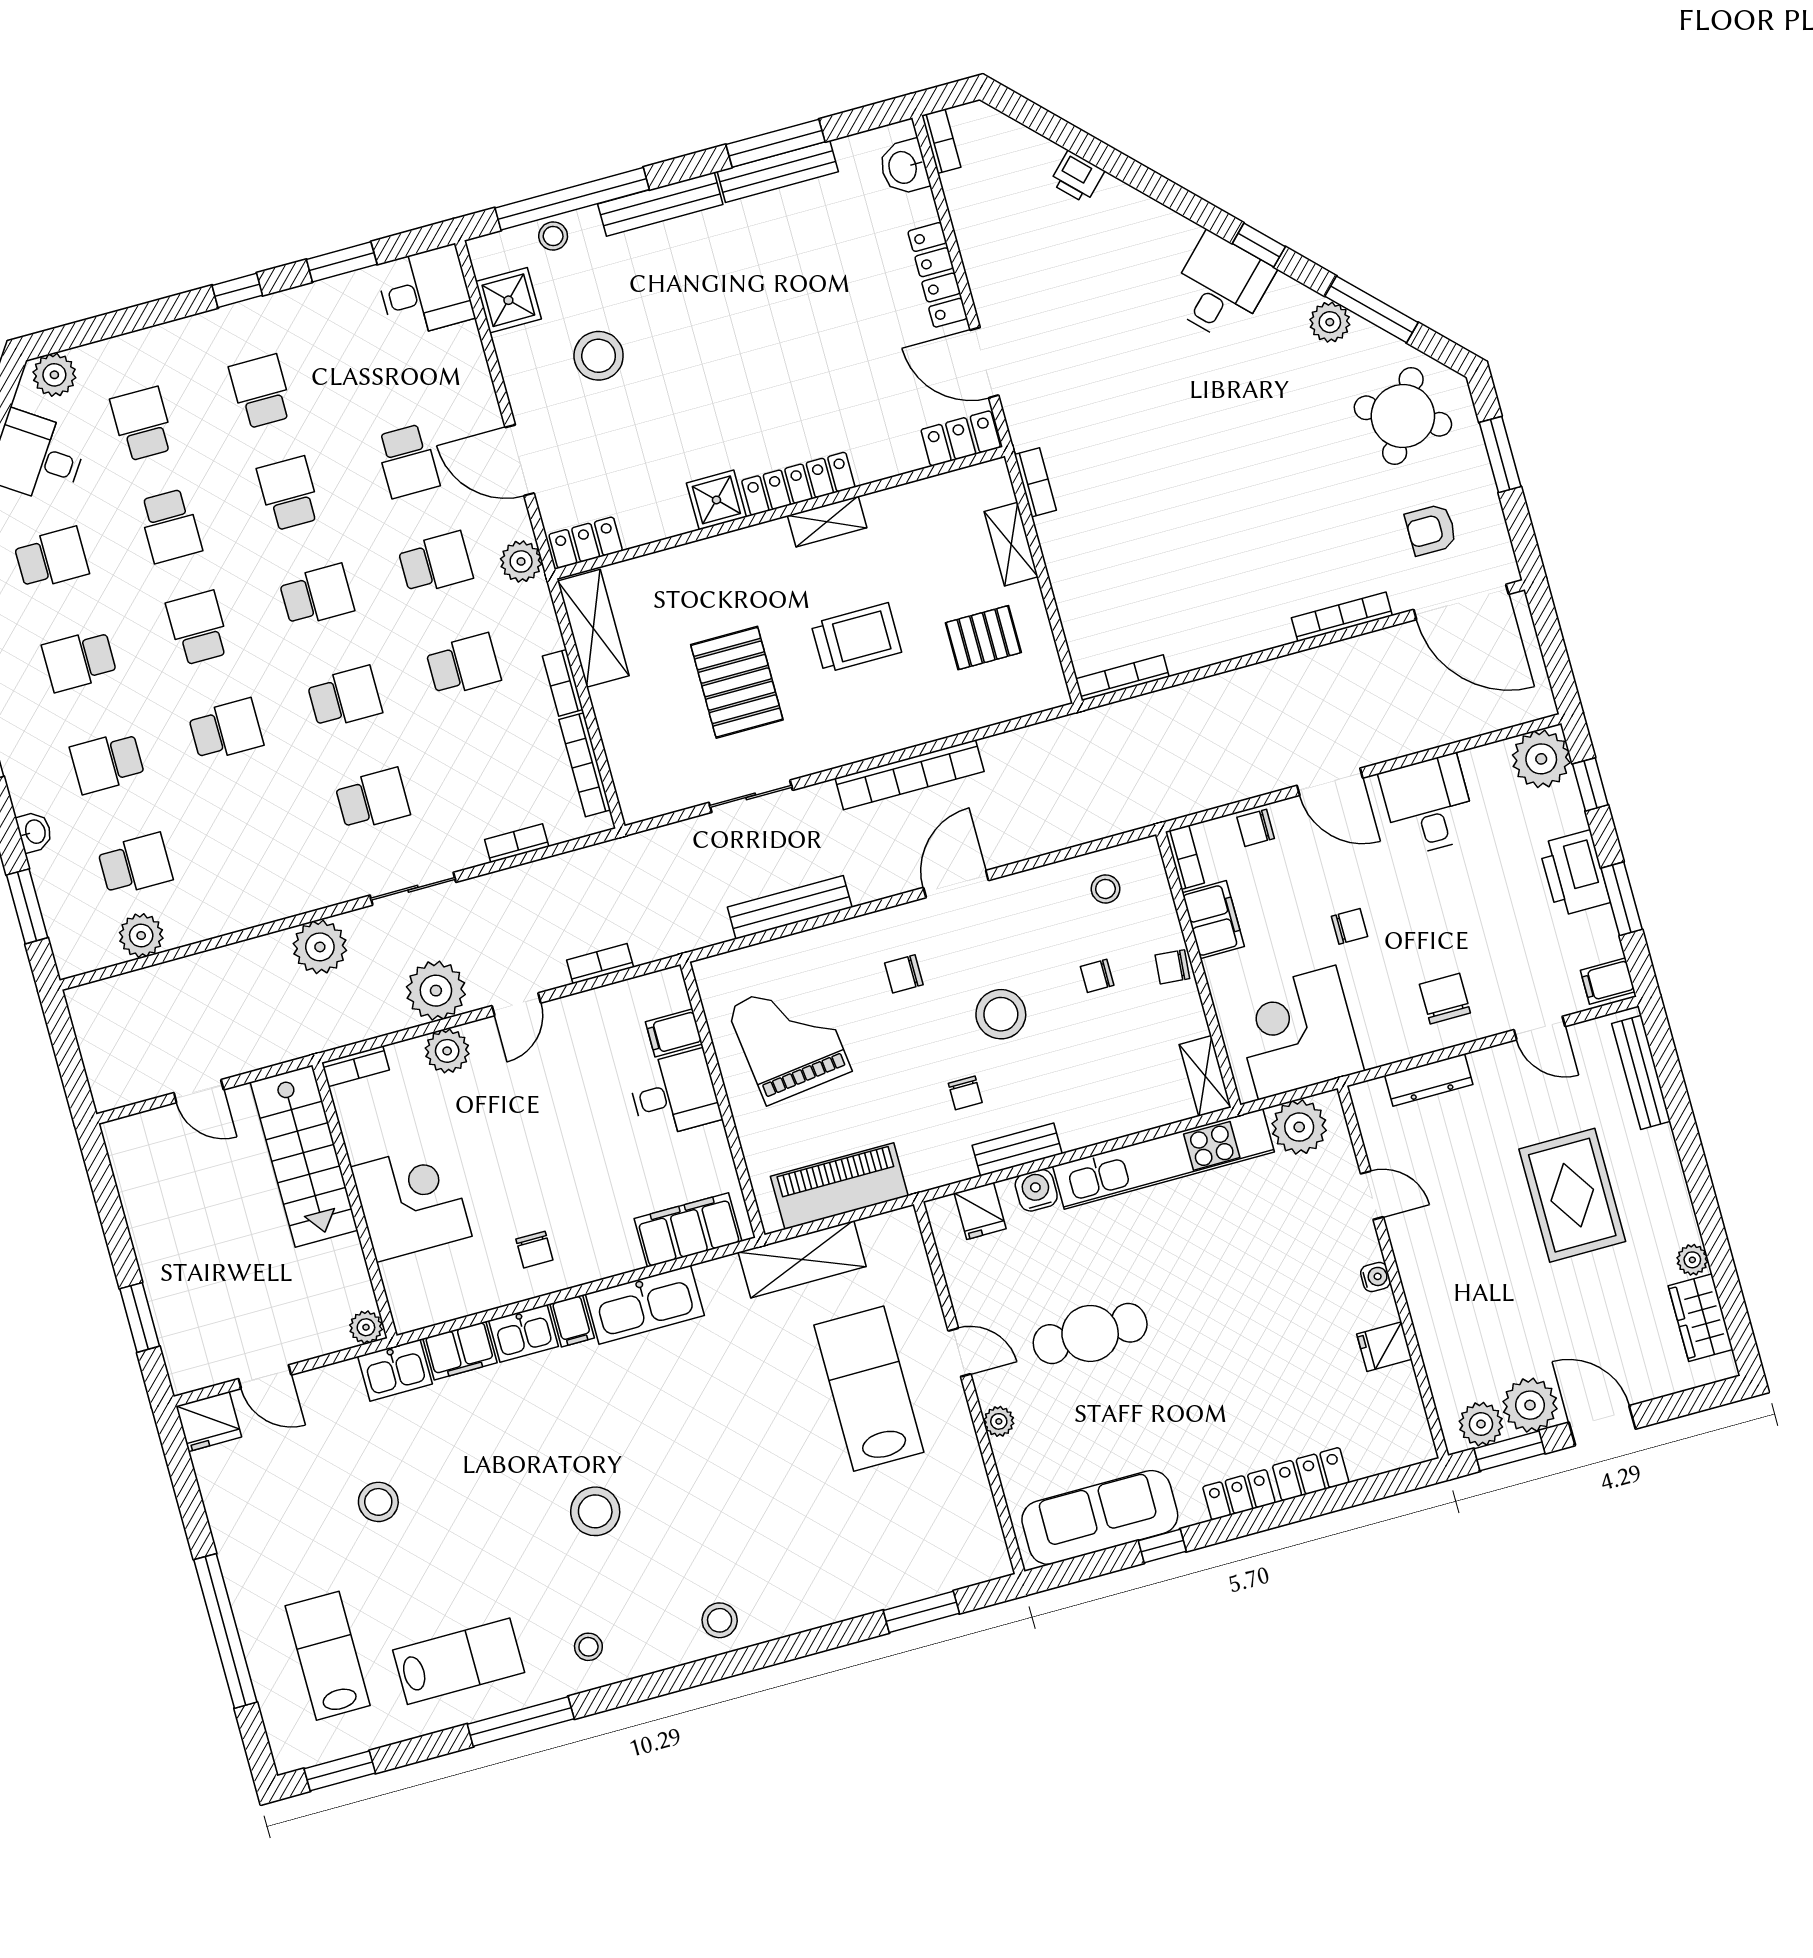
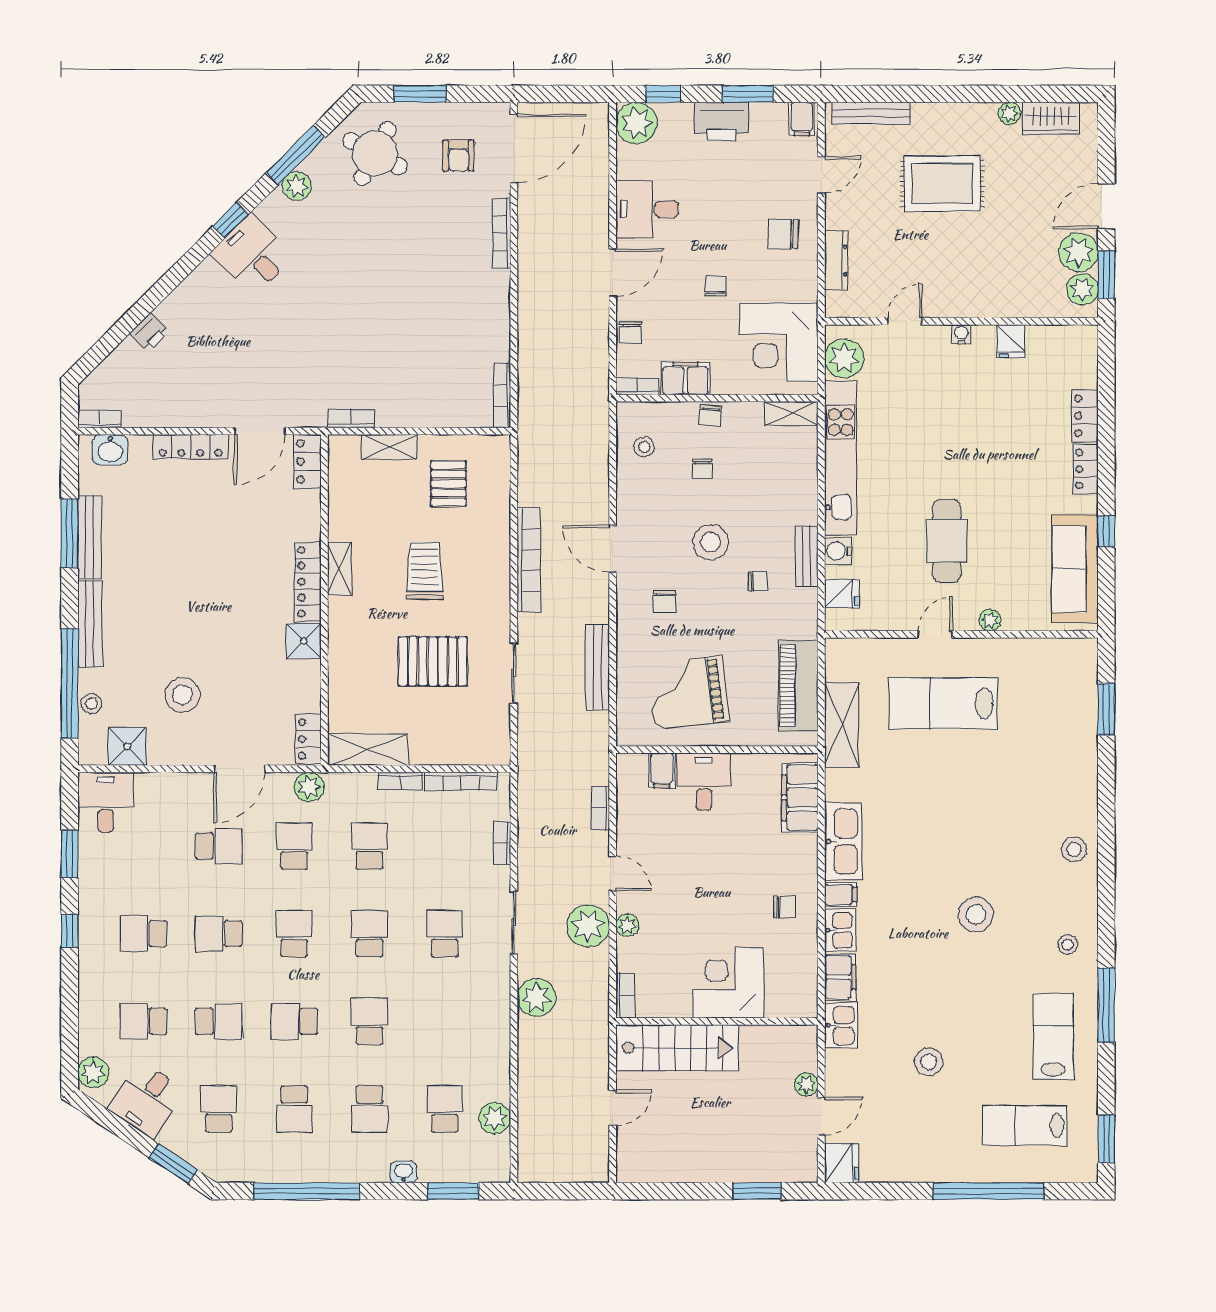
plant: (447, 1051) -> (627, 925), width x0.73, depth x0.73
plant: (366, 1327) -> (806, 1084), moved

